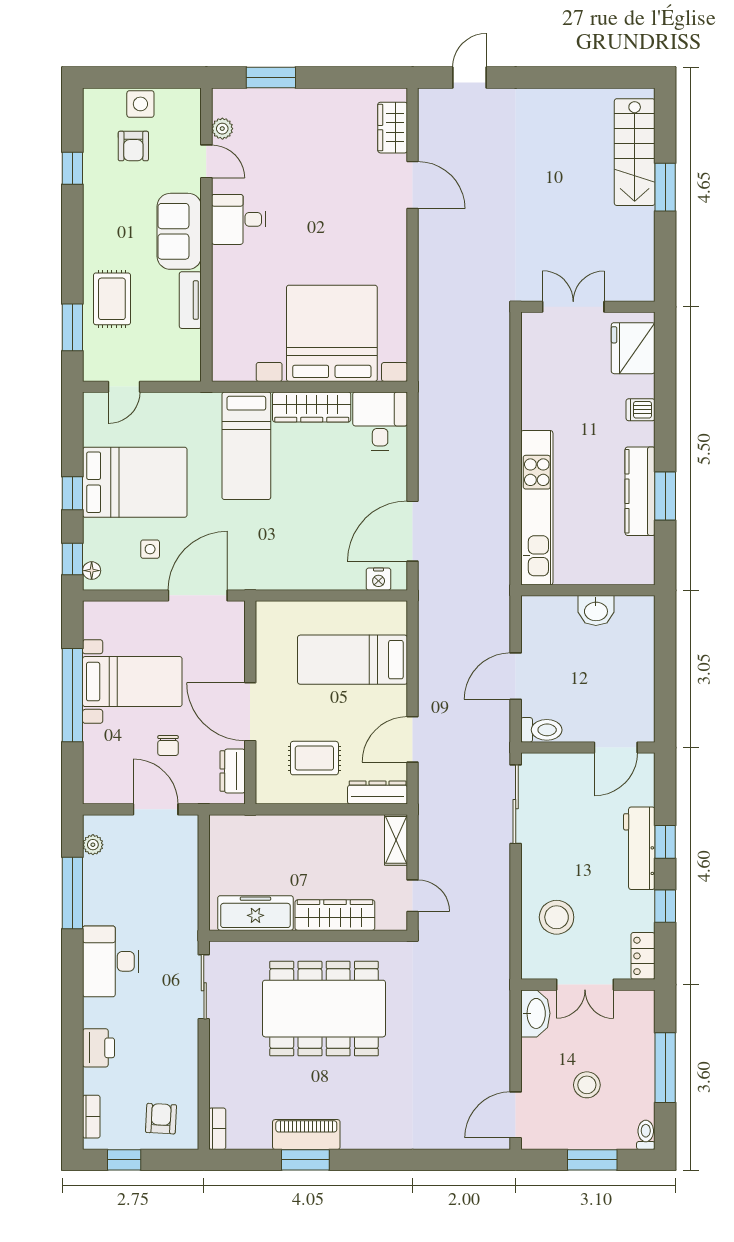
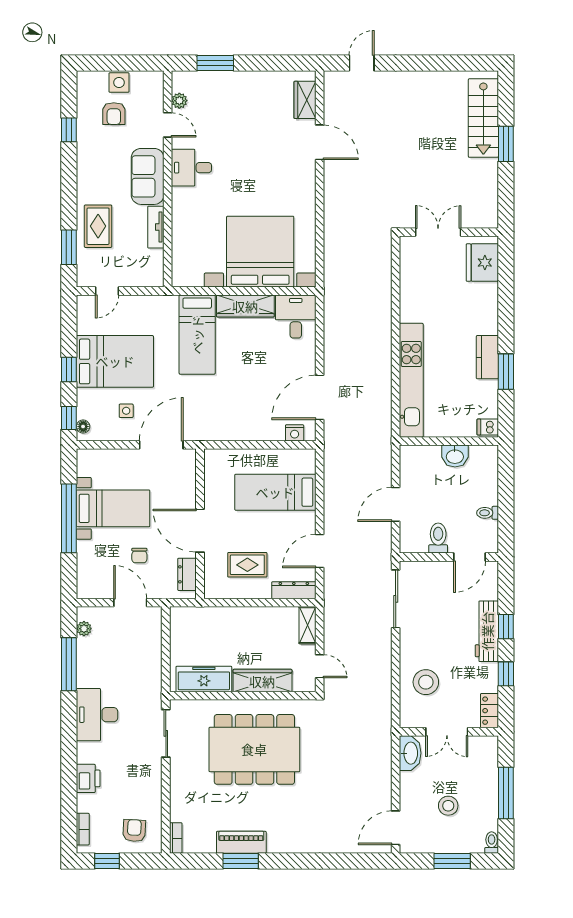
dishwasher: (641, 410) -> (488, 427), moved
kitchen counter: (640, 491) -> (487, 357), width x0.67
toilet: (640, 688) -> (488, 513), added
toilet: (541, 730) -> (438, 538), moved, turned -90

